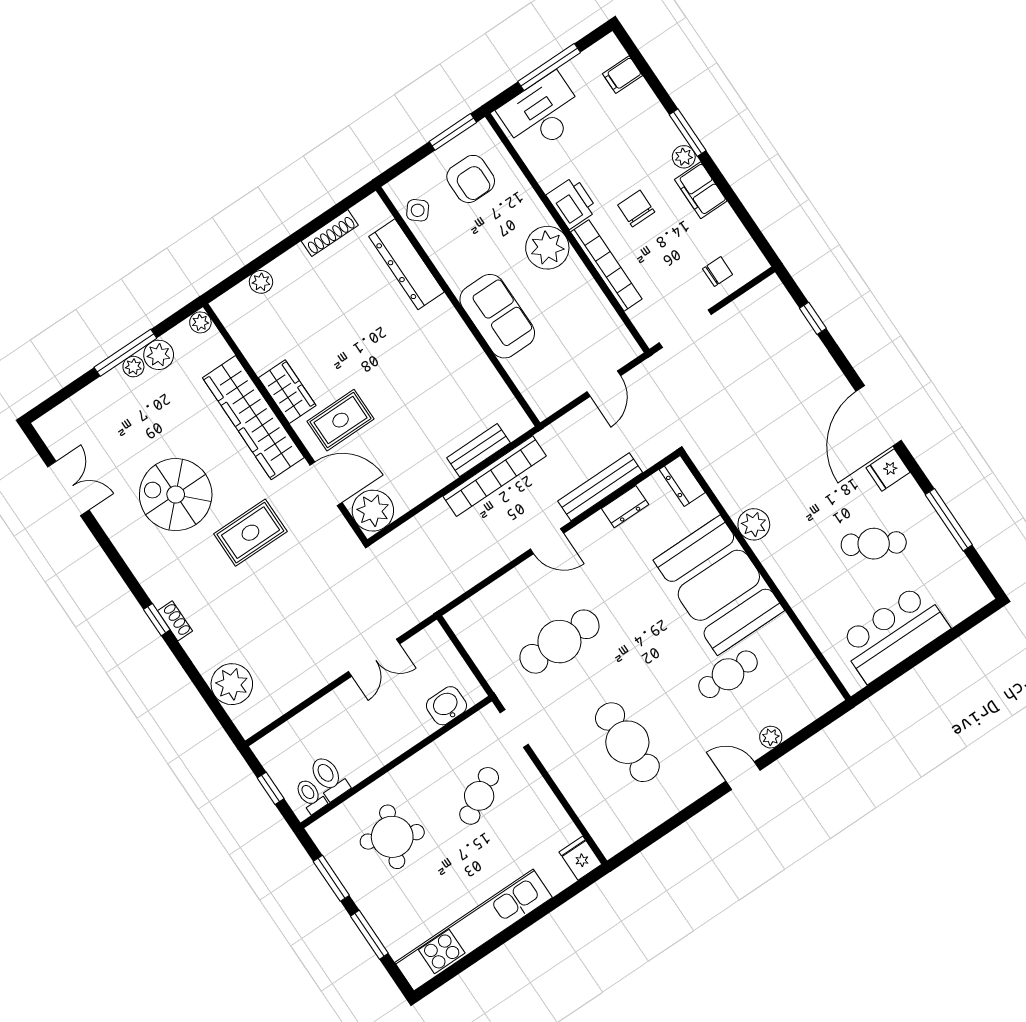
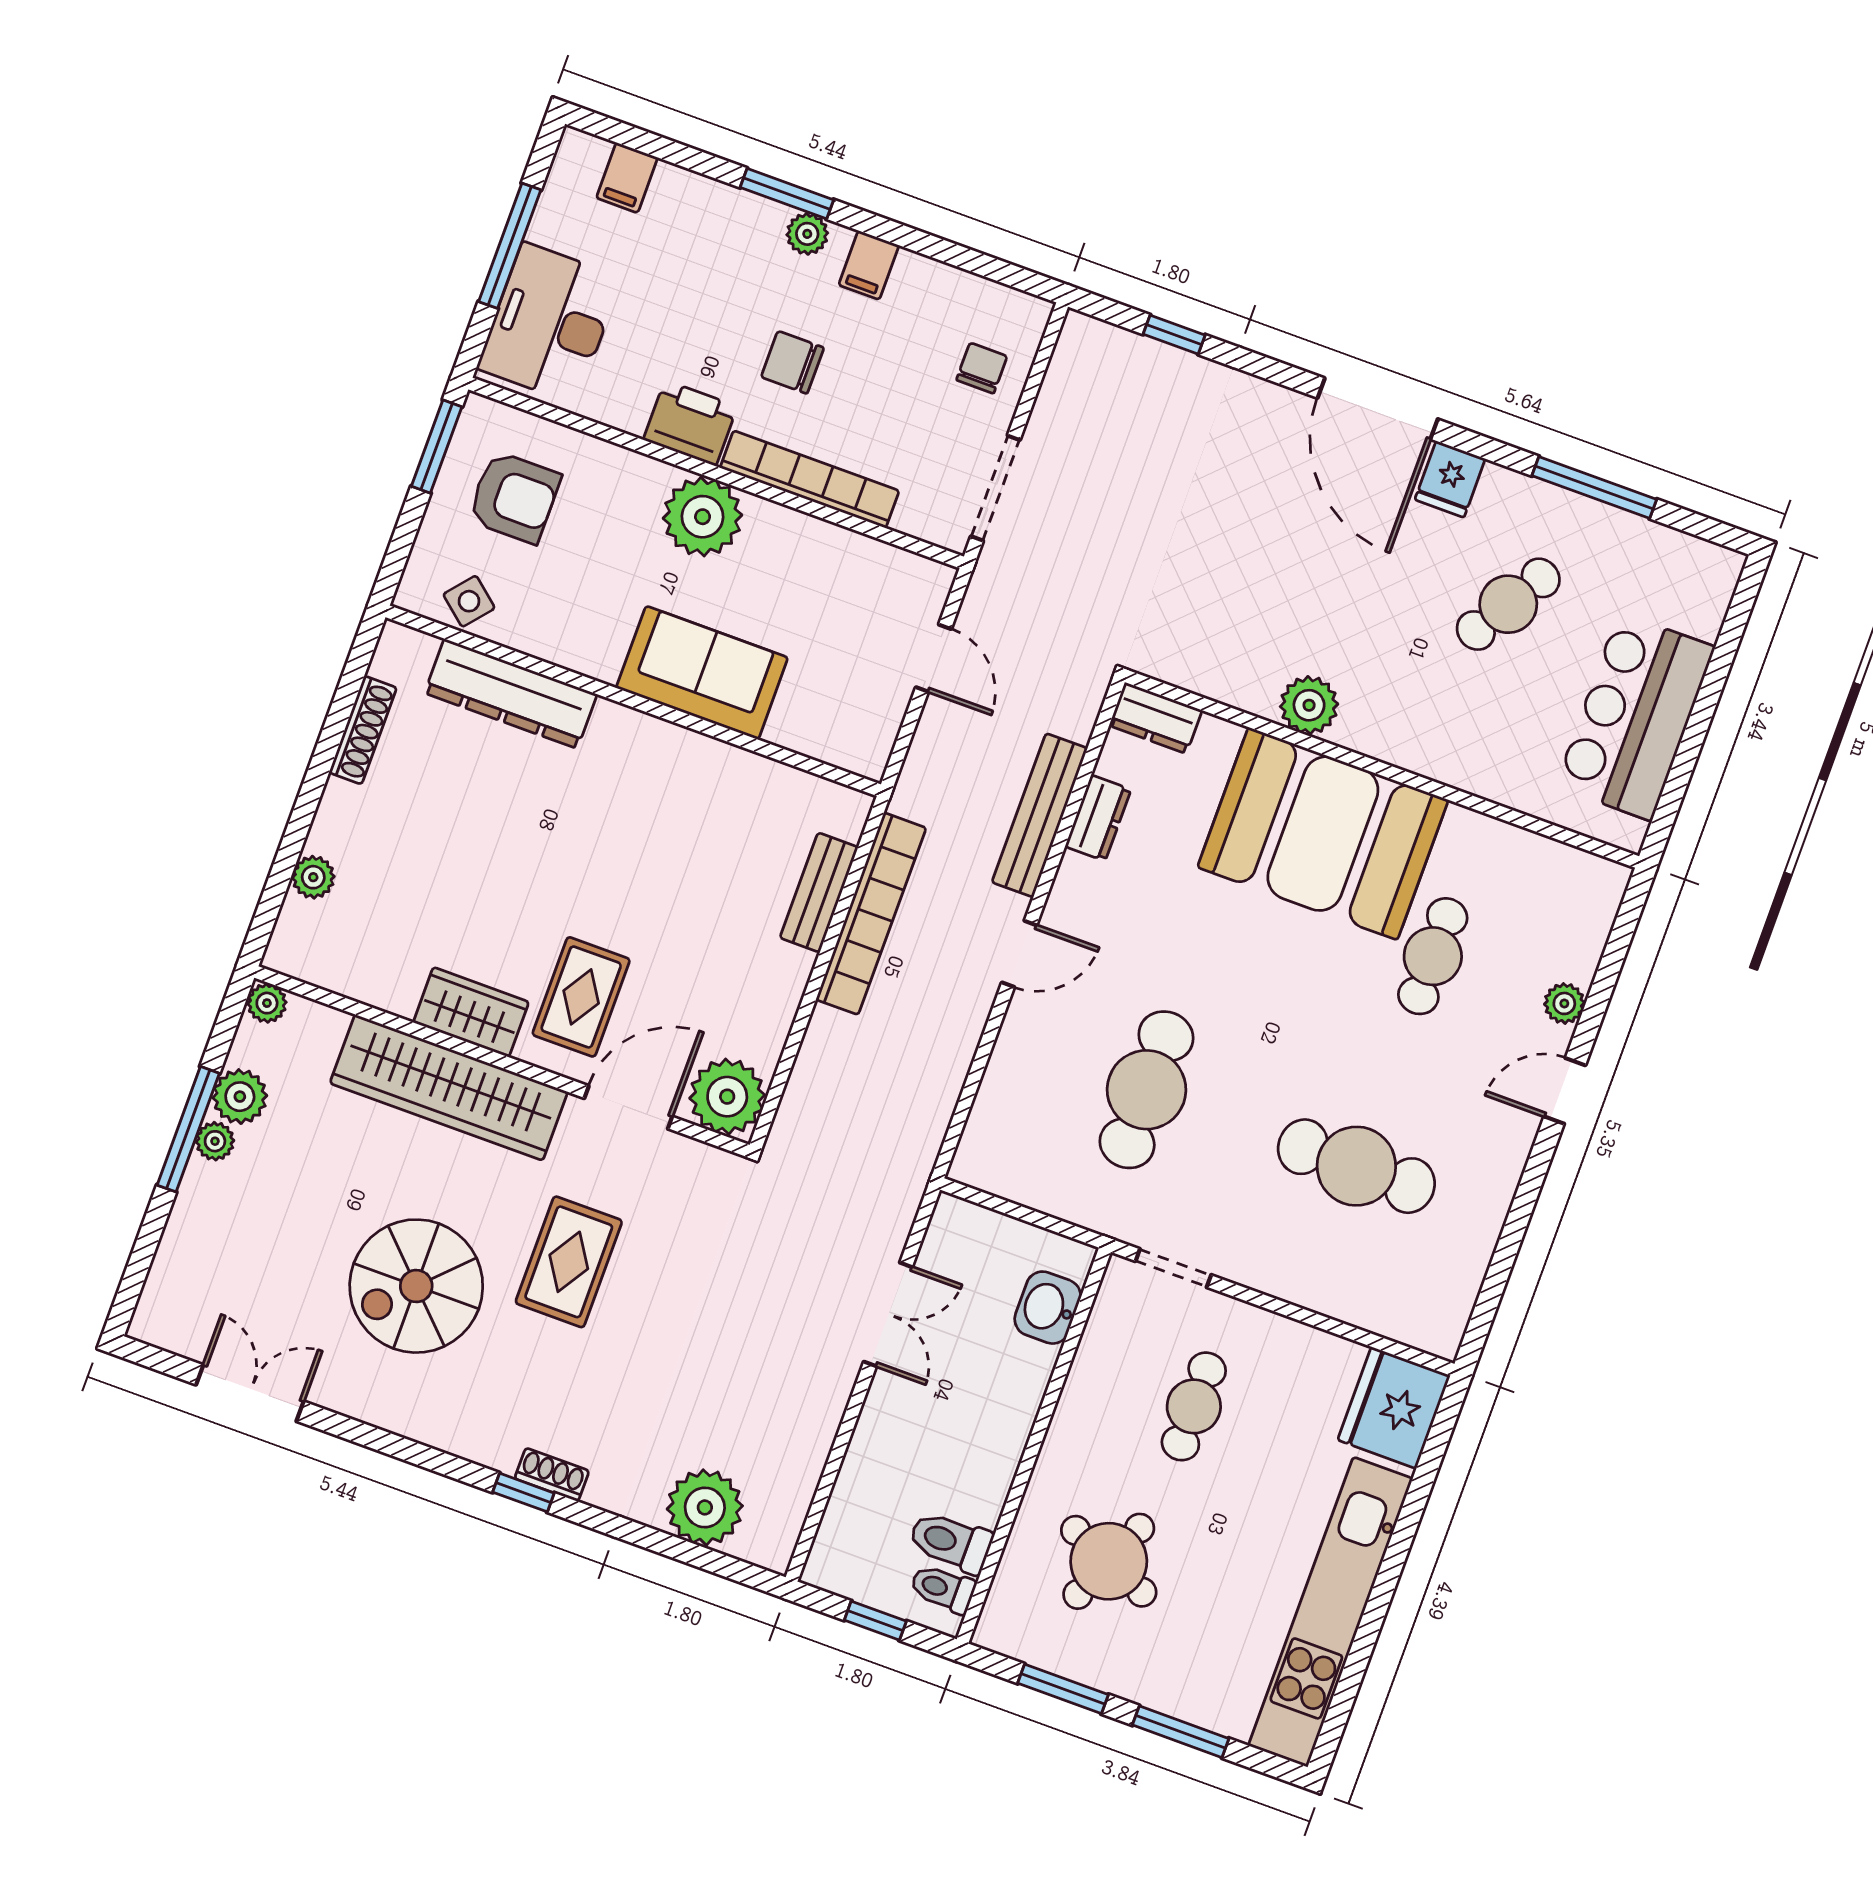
filing cabinet: (701, 190) -> (869, 265), width x0.50
cafe table: (479, 796) -> (1194, 1406), turned 30
fridge: (580, 858) -> (1394, 1408), width x1.88, depth x1.34

